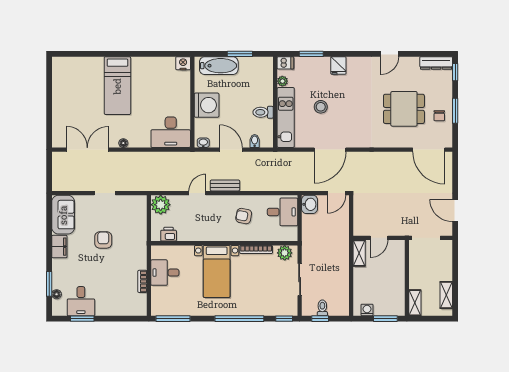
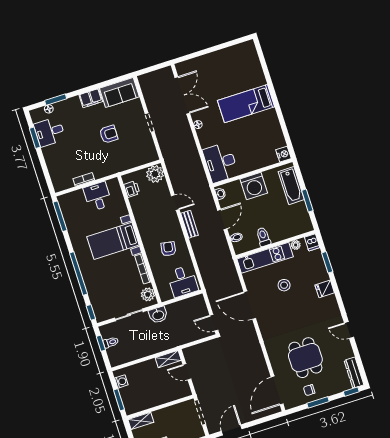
washbasin: (309, 204) -> (158, 315), moved

